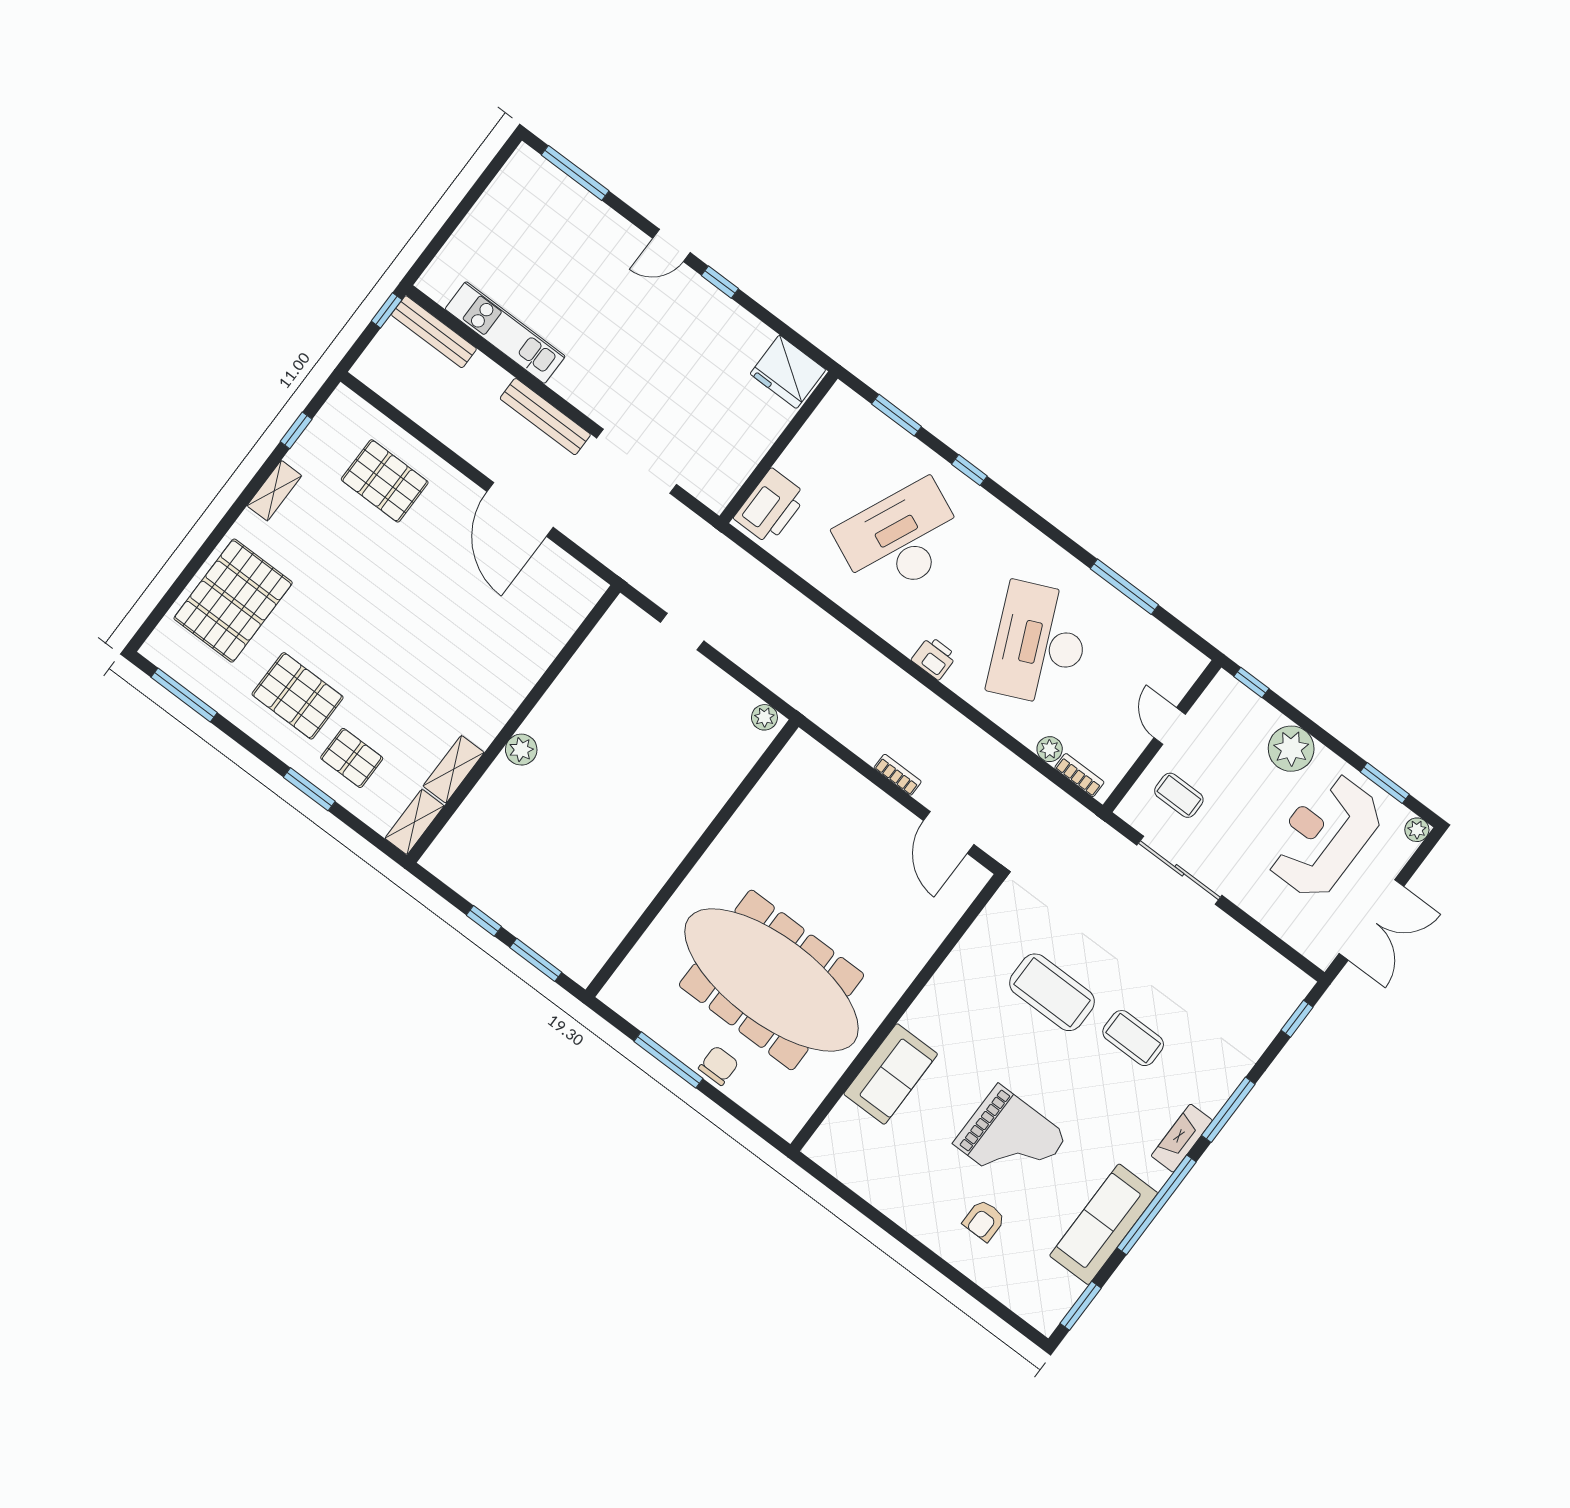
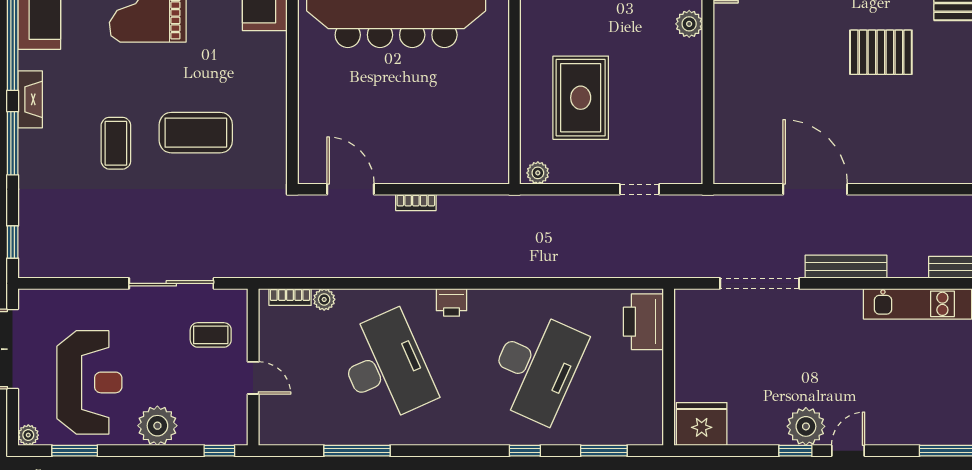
plant: (693, 297) -> (806, 426), added
pallet: (385, 481) -> (881, 52), moved
rug: (673, 757) -> (581, 98), added
coffee table: (1133, 1038) -> (116, 143), turned 90

